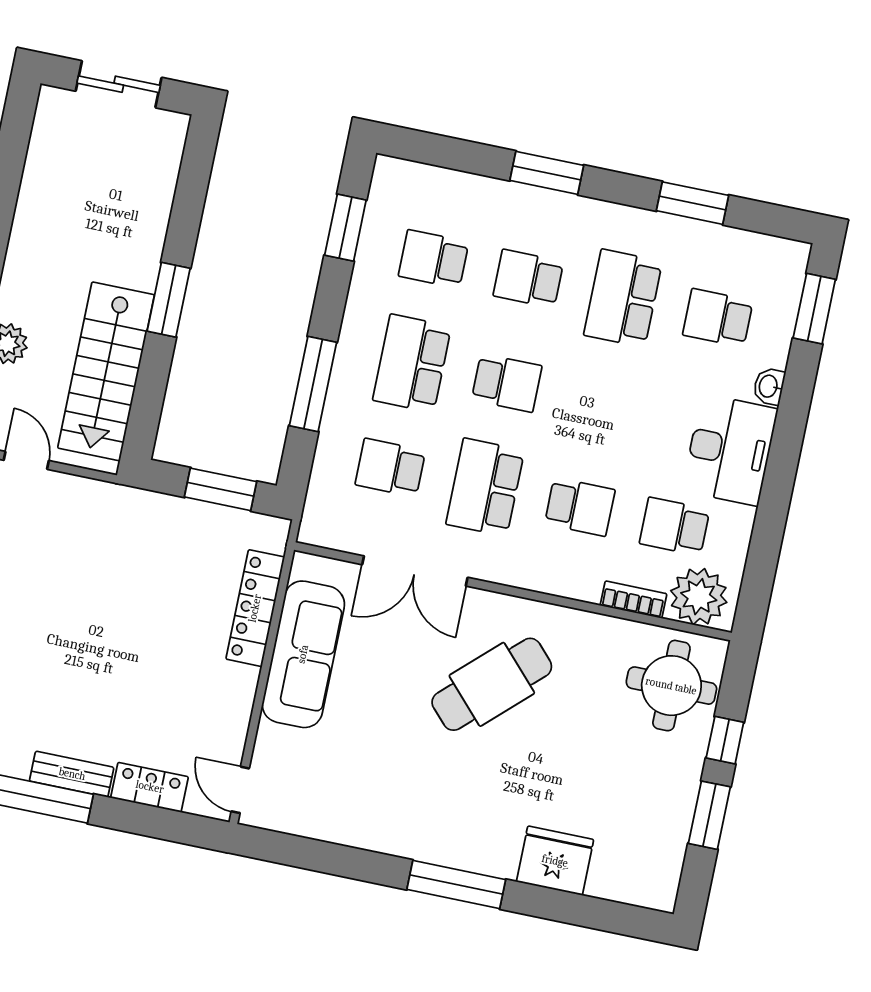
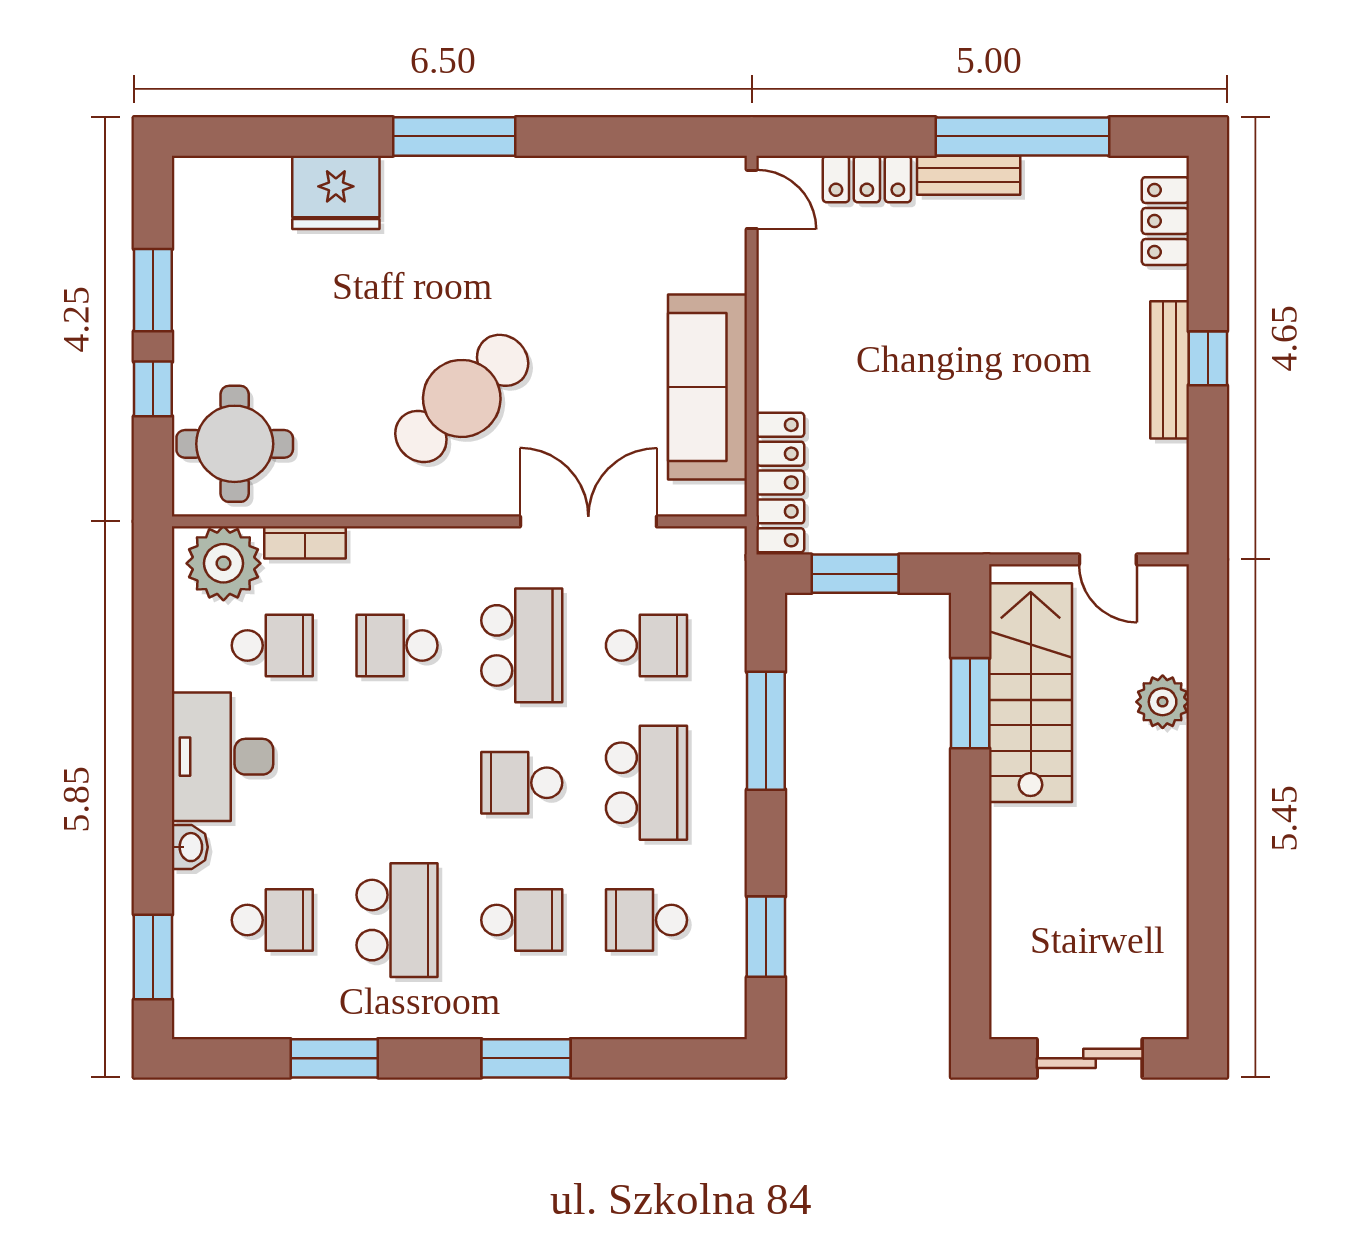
school desk: (434, 259) -> (646, 920), turned 180
window: (169, 300) -> (970, 703), moved
locker: (255, 608) -> (780, 483), moved

